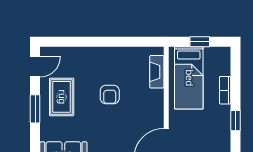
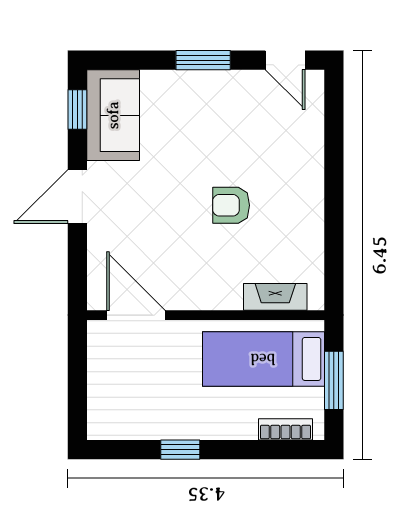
window: (200, 42) -> (334, 380), width x1.50
bookcase: (225, 90) -> (285, 429), moved
rug: (62, 97) -> (226, 112), removed

